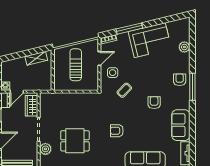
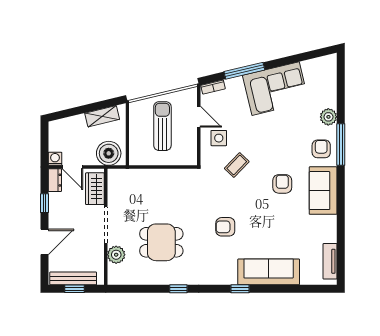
plant: (184, 47) -> (328, 117), moved
door: (99, 59) -> (199, 117), hinge flipped
boiler: (40, 83) -> (109, 153), added
window: (192, 87) -> (341, 144), moved
door: (17, 92) -> (72, 167), hinge flipped
sofa: (181, 125) -> (323, 191), moved

